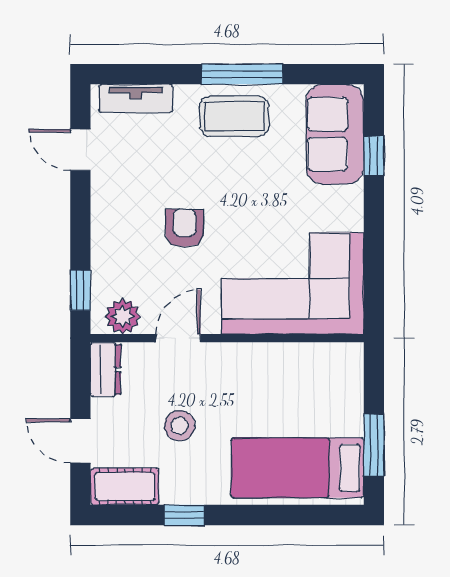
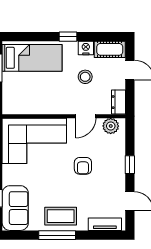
window: (80, 290) -> (130, 165), moved
nightstand: (178, 490) -> (86, 48), added
window: (184, 515) -> (68, 37), moved

